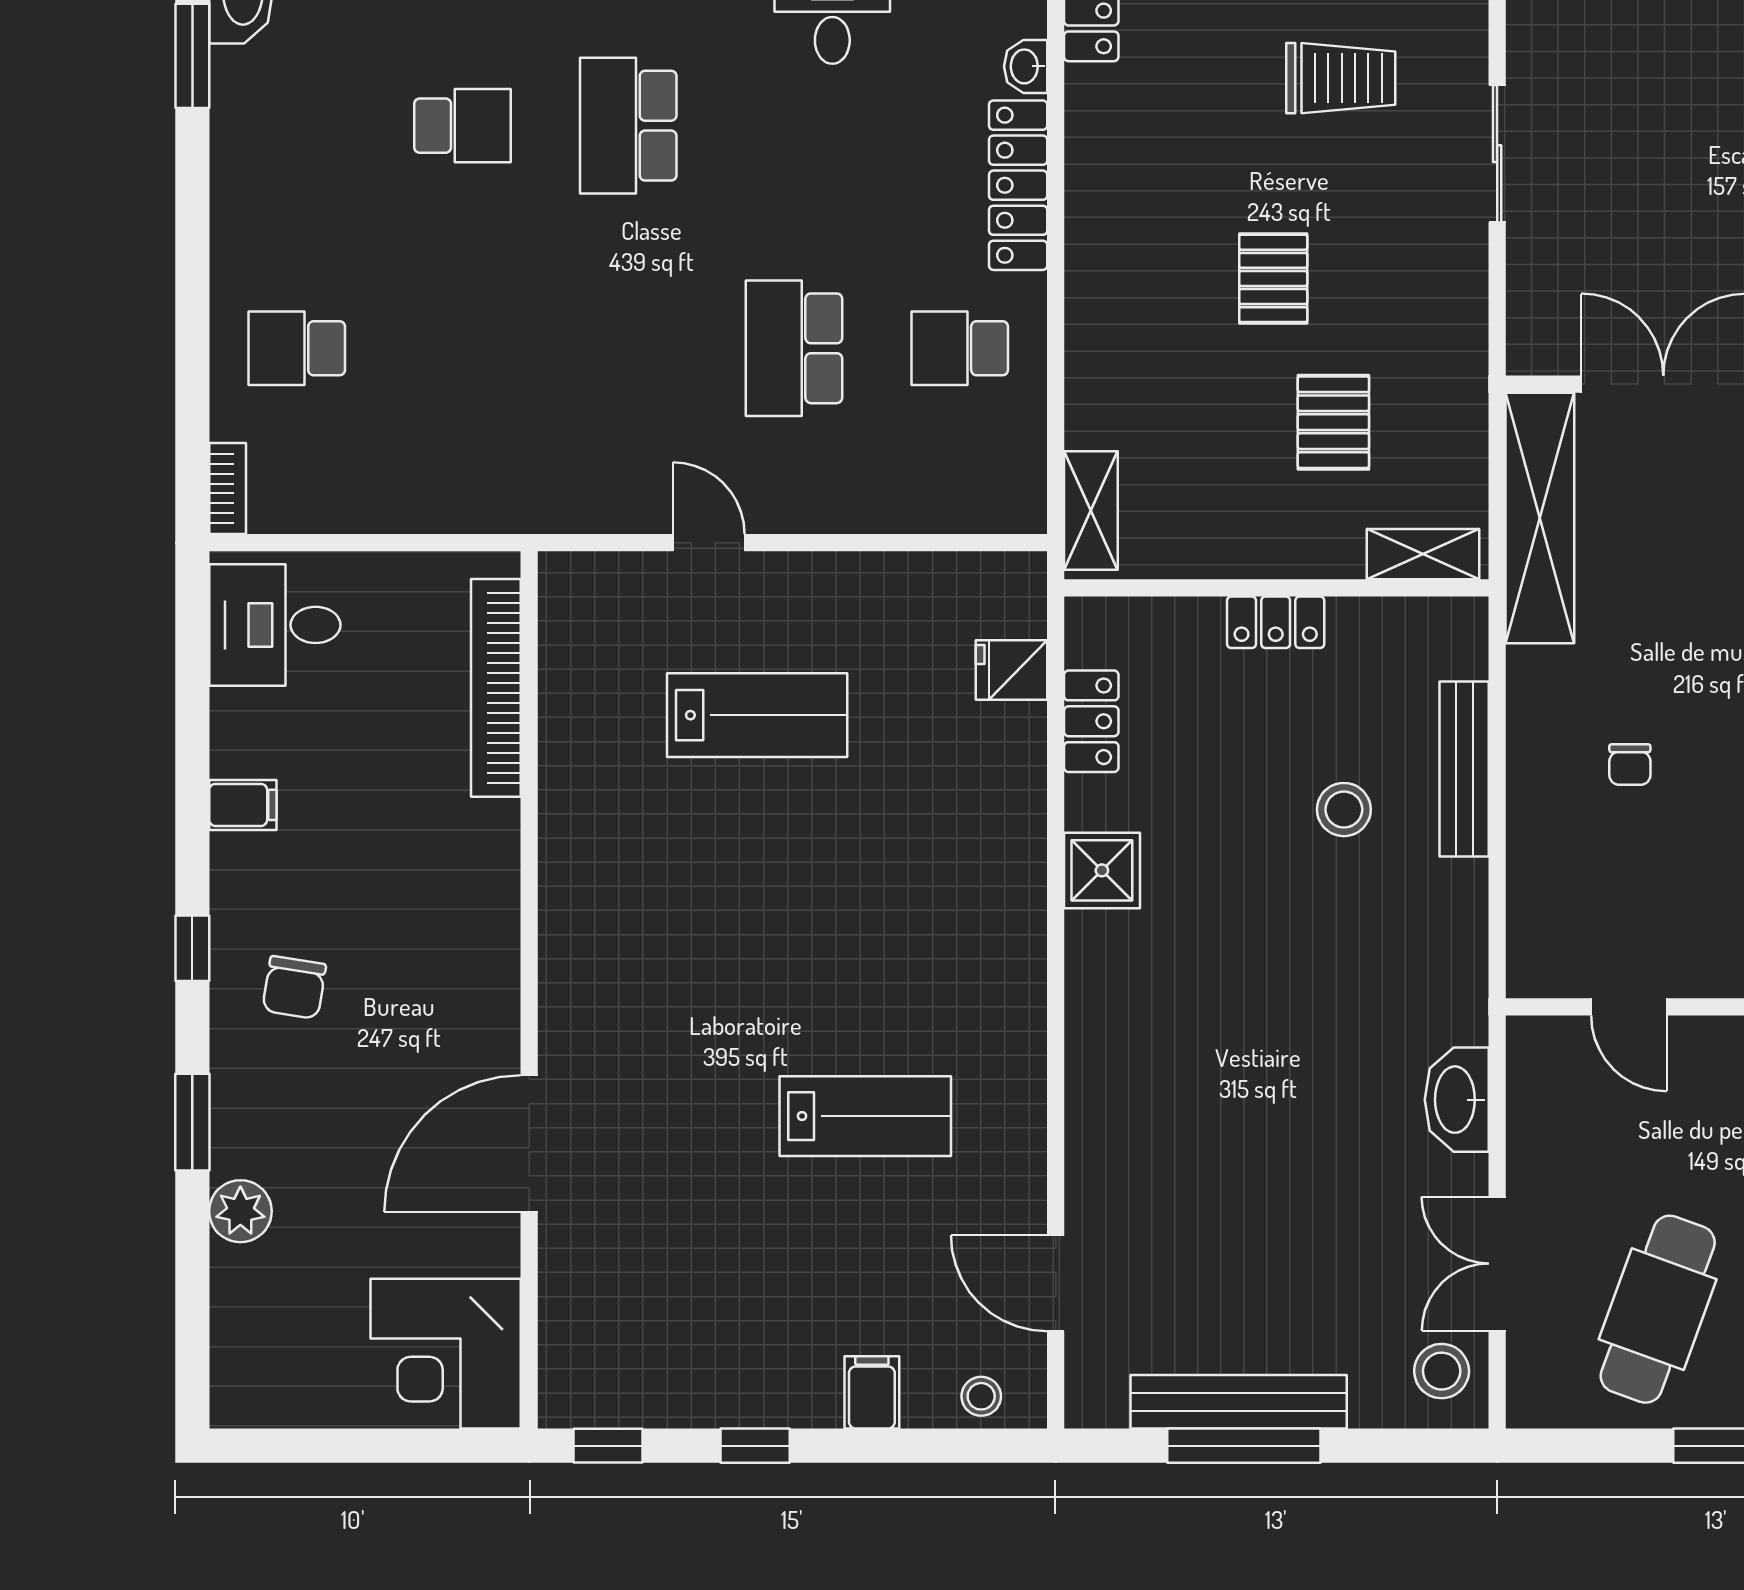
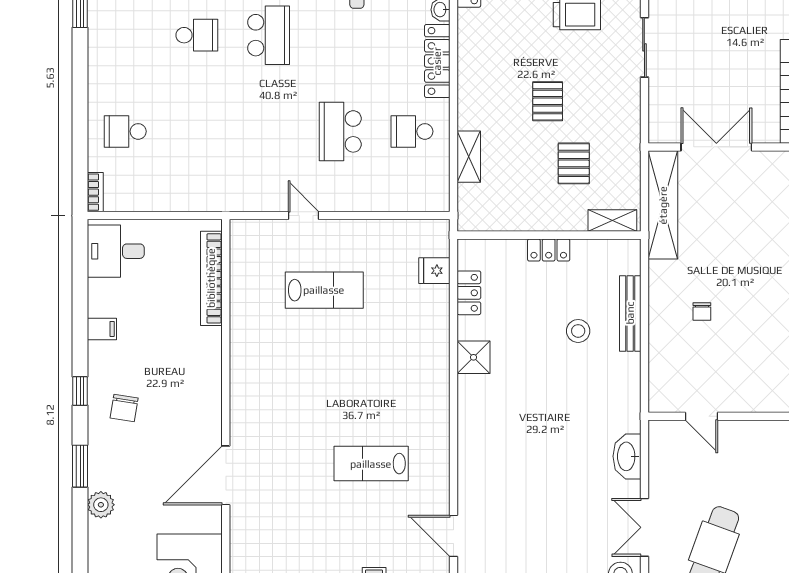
school desk: (628, 126) -> (269, 35), turned 180
shelving: (1091, 511) -> (469, 157), moved
lab bench: (865, 1116) -> (371, 464), turned 180

